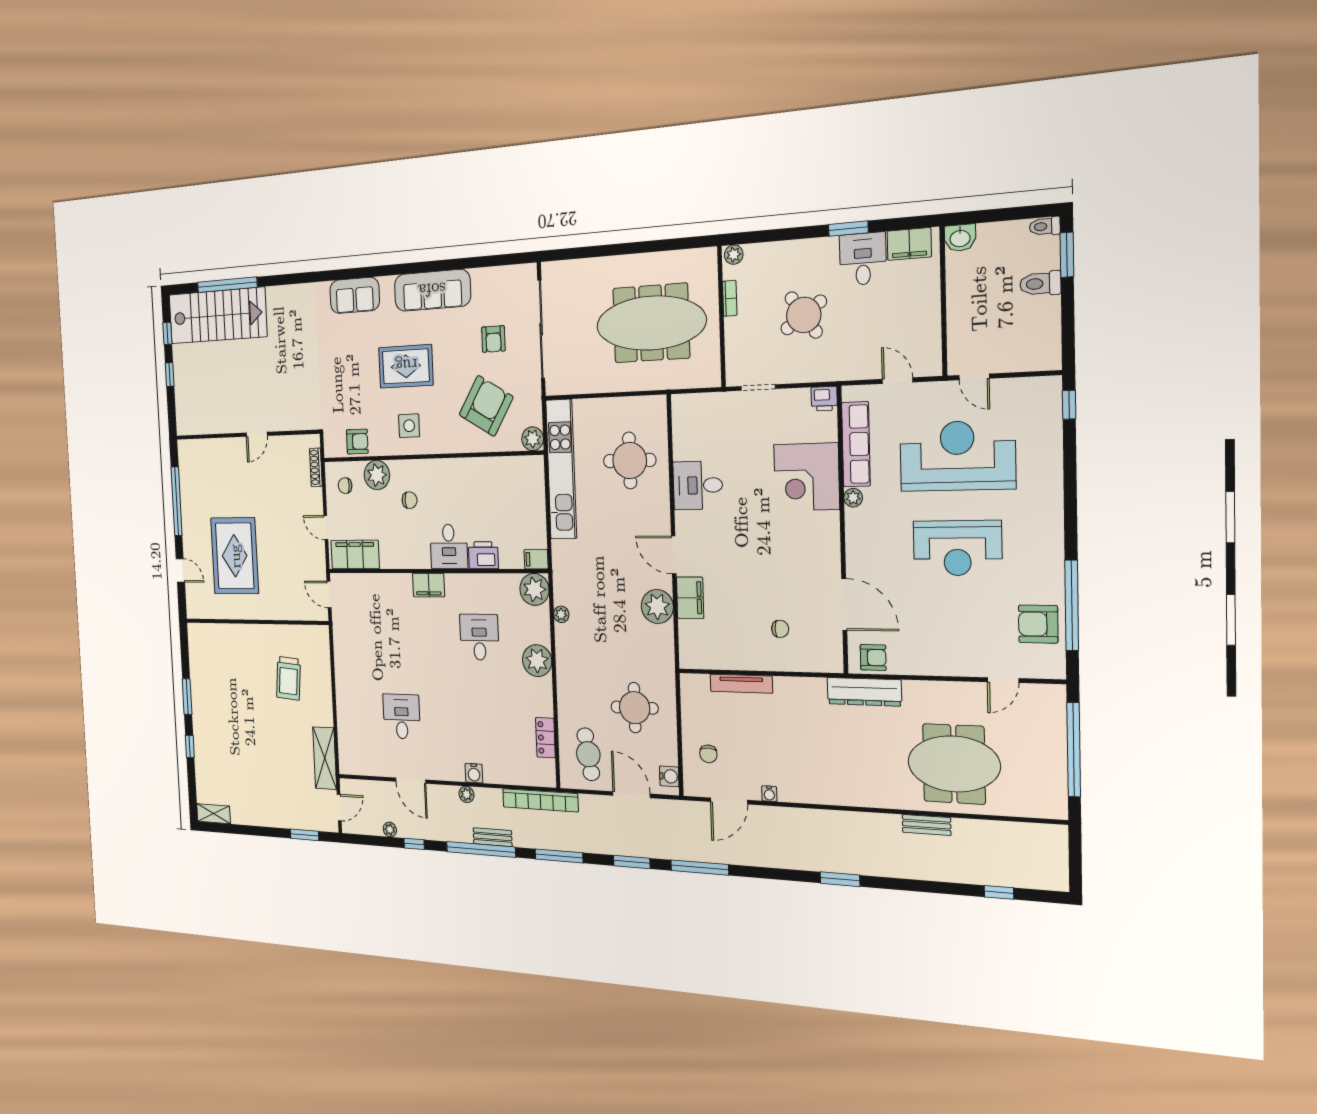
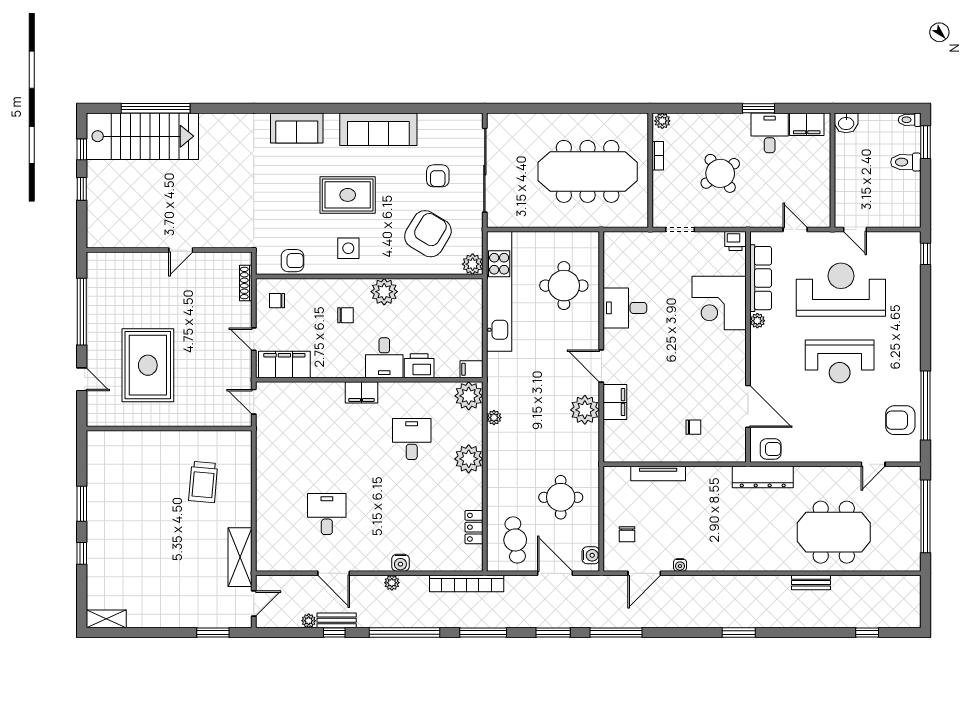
plant: (377, 475) -> (384, 292), moved
bench: (493, 837) -> (337, 620), moved

